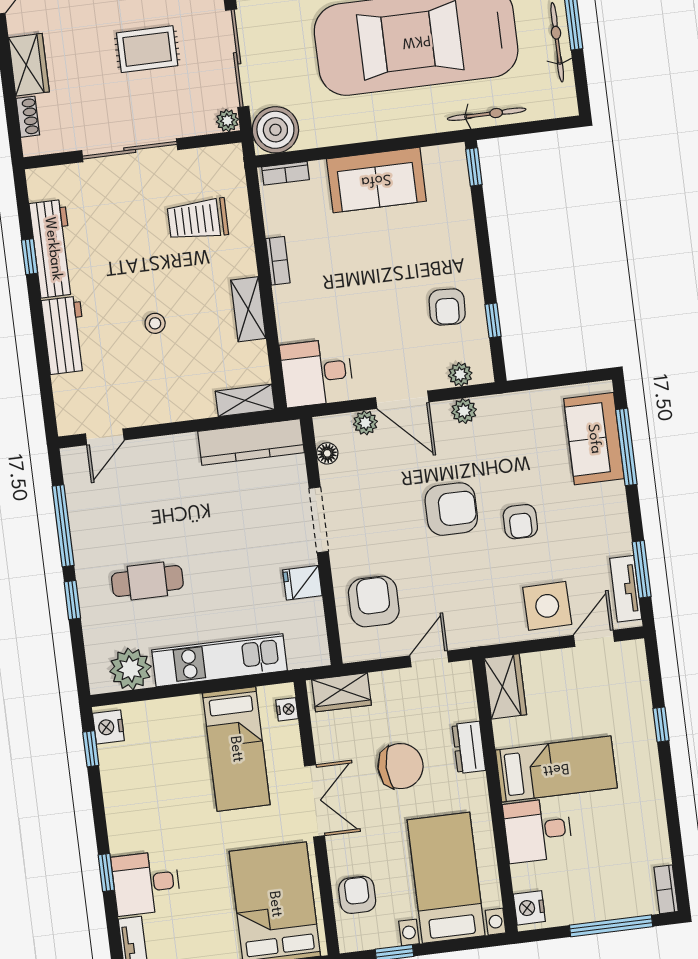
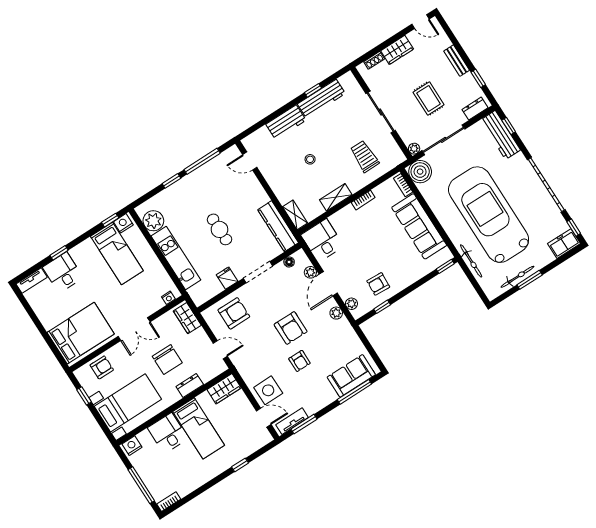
sofa: (376, 180) -> (419, 226), width x1.36
armchair: (520, 522) -> (299, 361), turned -90
cafe table: (147, 581) -> (219, 229), moved
bed: (236, 749) -> (117, 254), moved, turned -90

